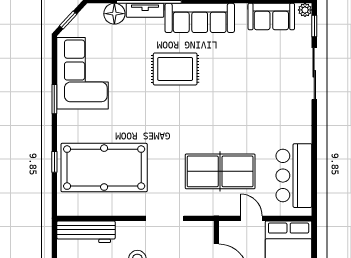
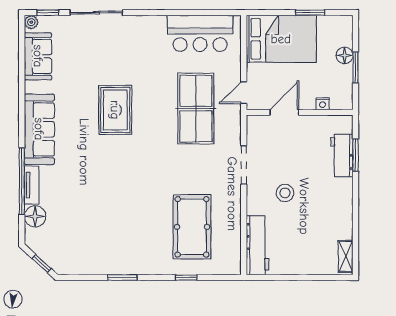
rug: (175, 69) -> (115, 110), moved
corner sofa: (83, 73) -> (96, 249), removed
pool table: (104, 168) -> (192, 227), width x0.73, depth x0.76
door: (251, 218) -> (244, 93), moved

